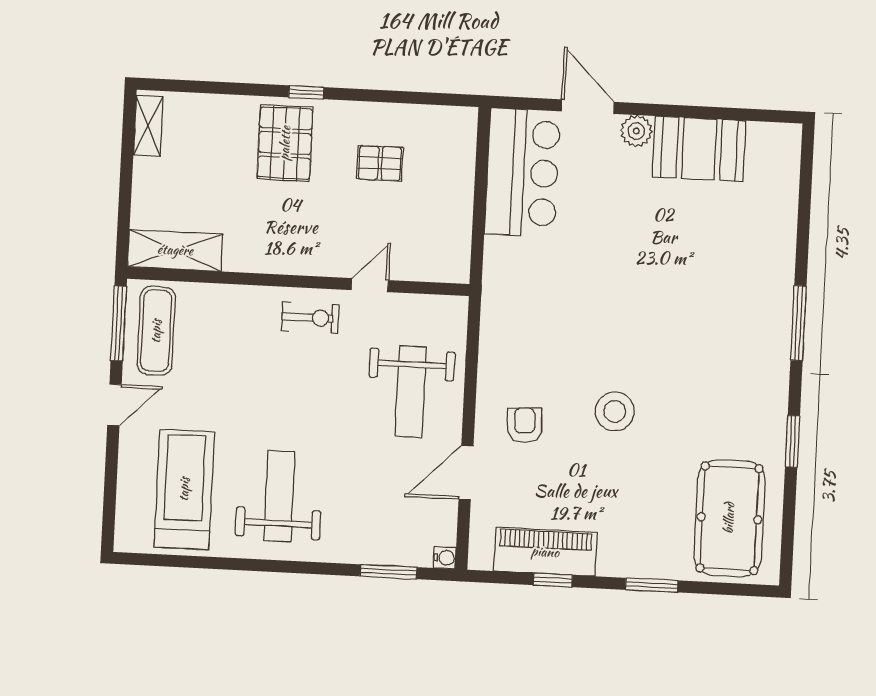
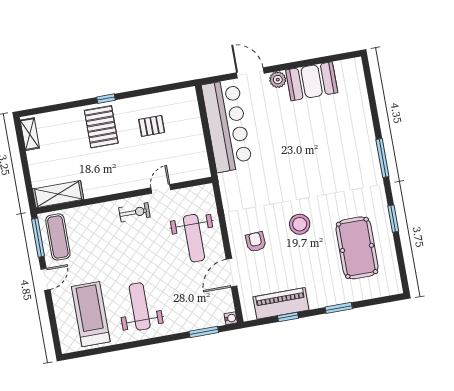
bar counter: (522, 173) -> (227, 126), width x1.36
pool table: (729, 518) -> (357, 248), moved

